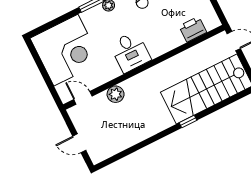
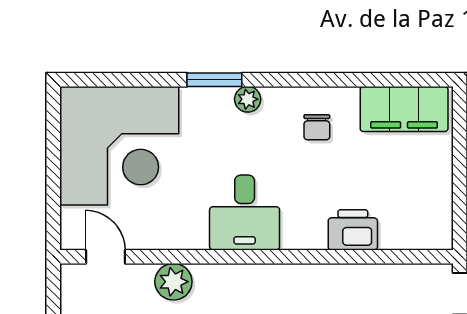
printer: (193, 29) -> (353, 230), moved

